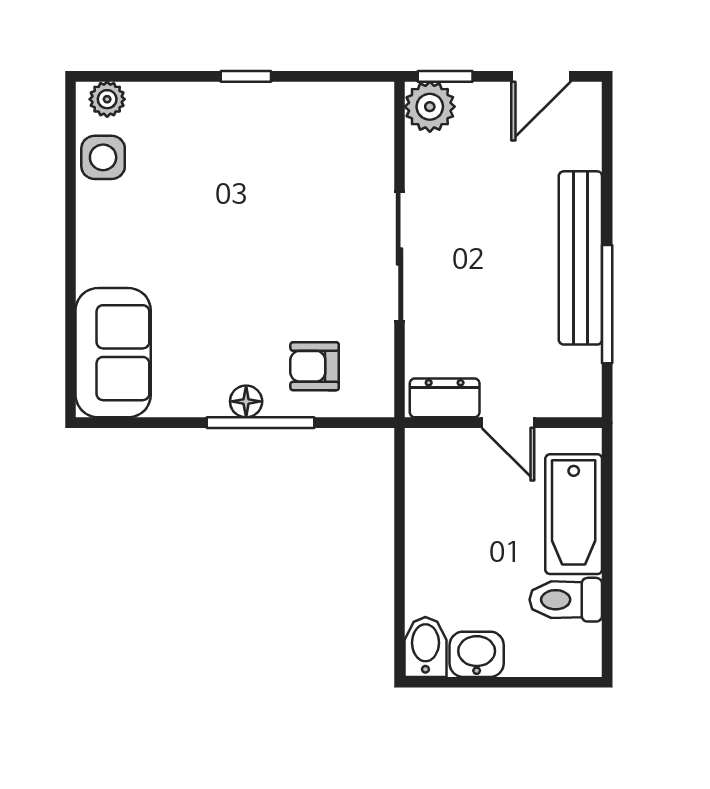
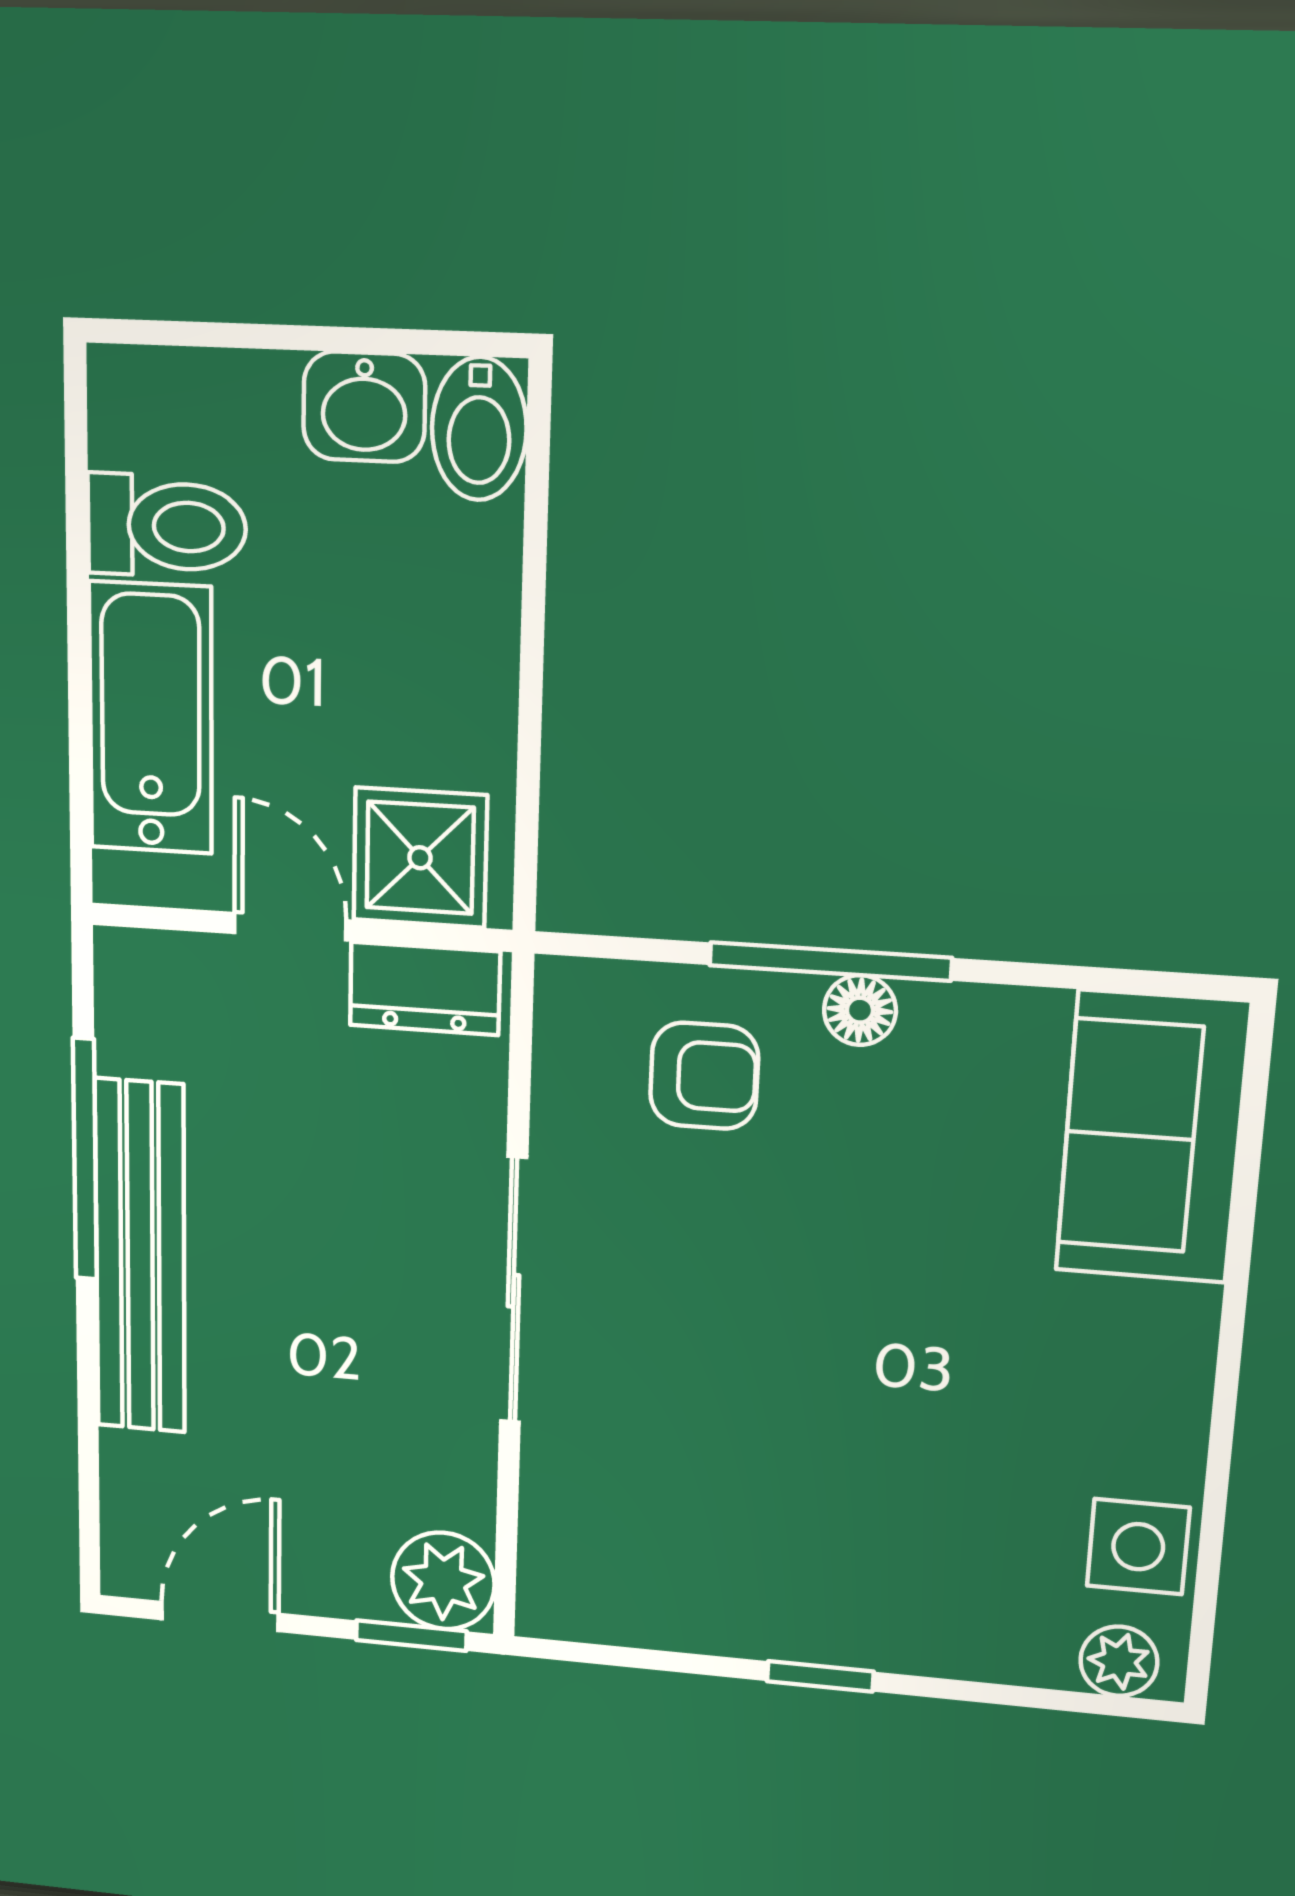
shower: (448, 458) -> (420, 858), added

